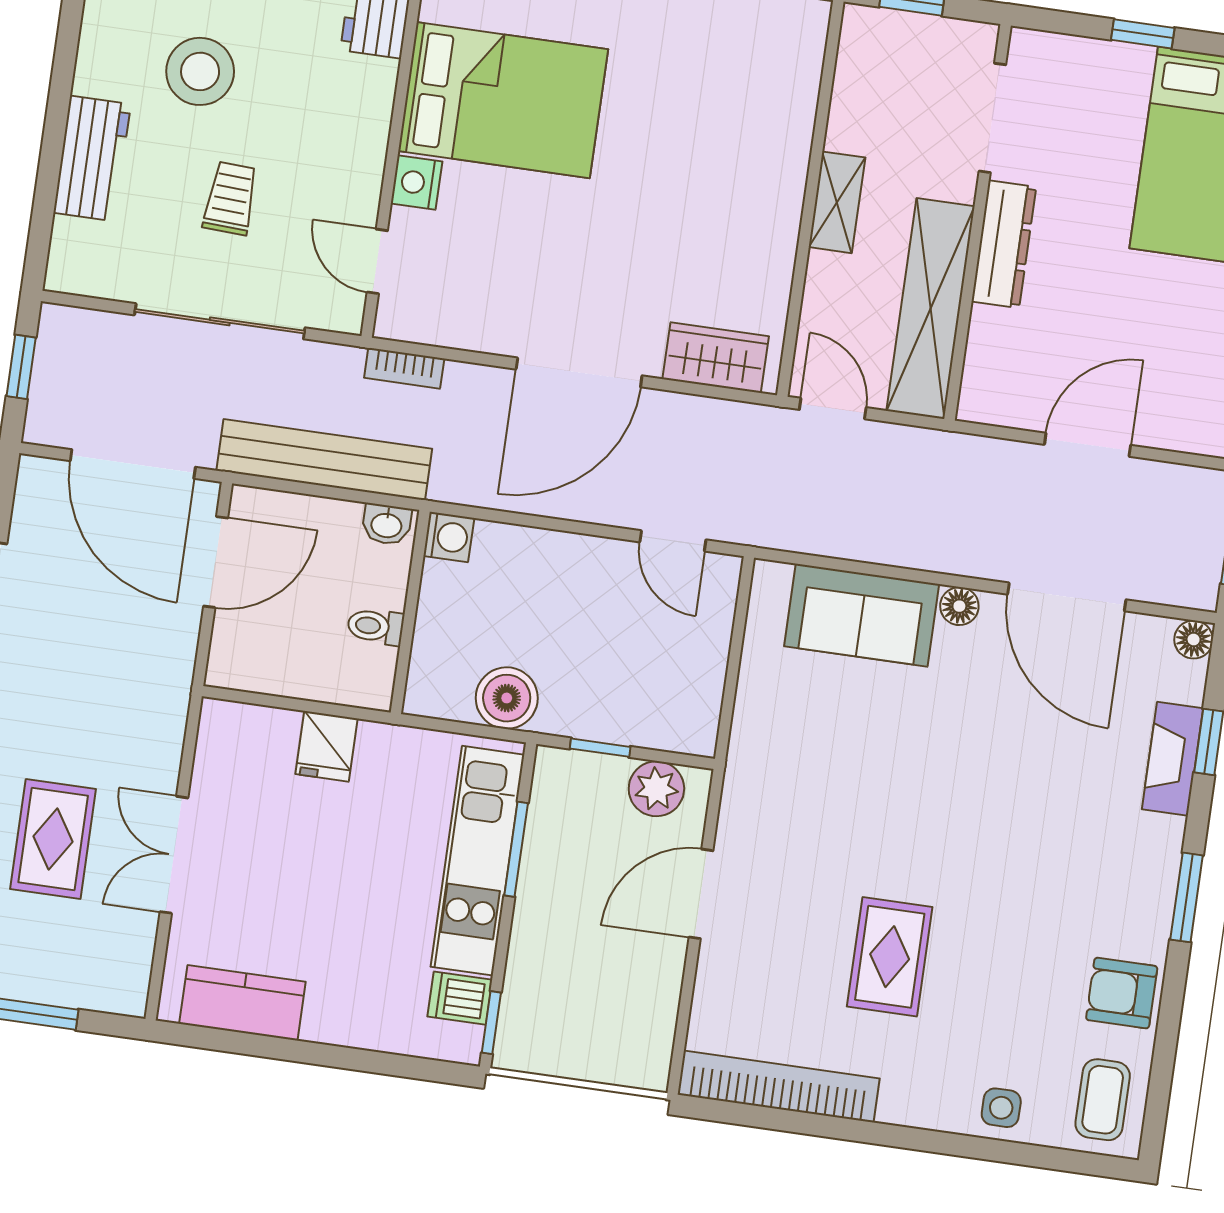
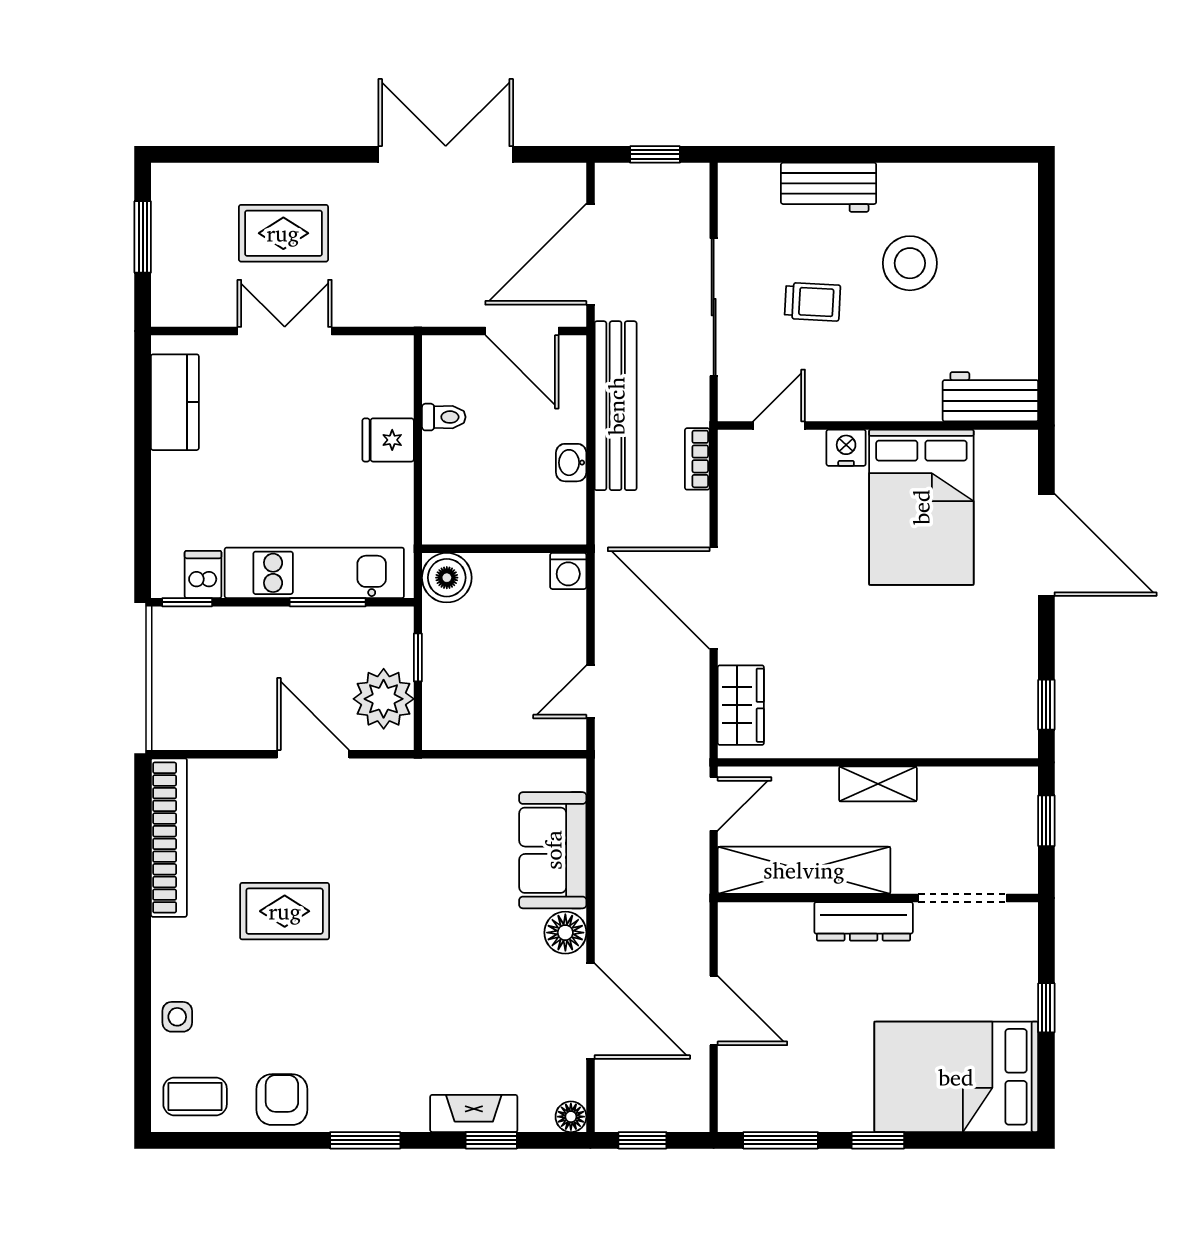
washing machine: (449, 537) -> (568, 571), moved
door: (1067, 597) -> (590, 1011), swing flipped
floor lamp: (959, 606) -> (565, 933), width x1.37, depth x1.37
wall: (410, 612) -> (504, 549), moved
toilet: (376, 626) -> (444, 417), moved, turned 90
plant: (656, 789) -> (384, 699), width x1.36, depth x1.36

